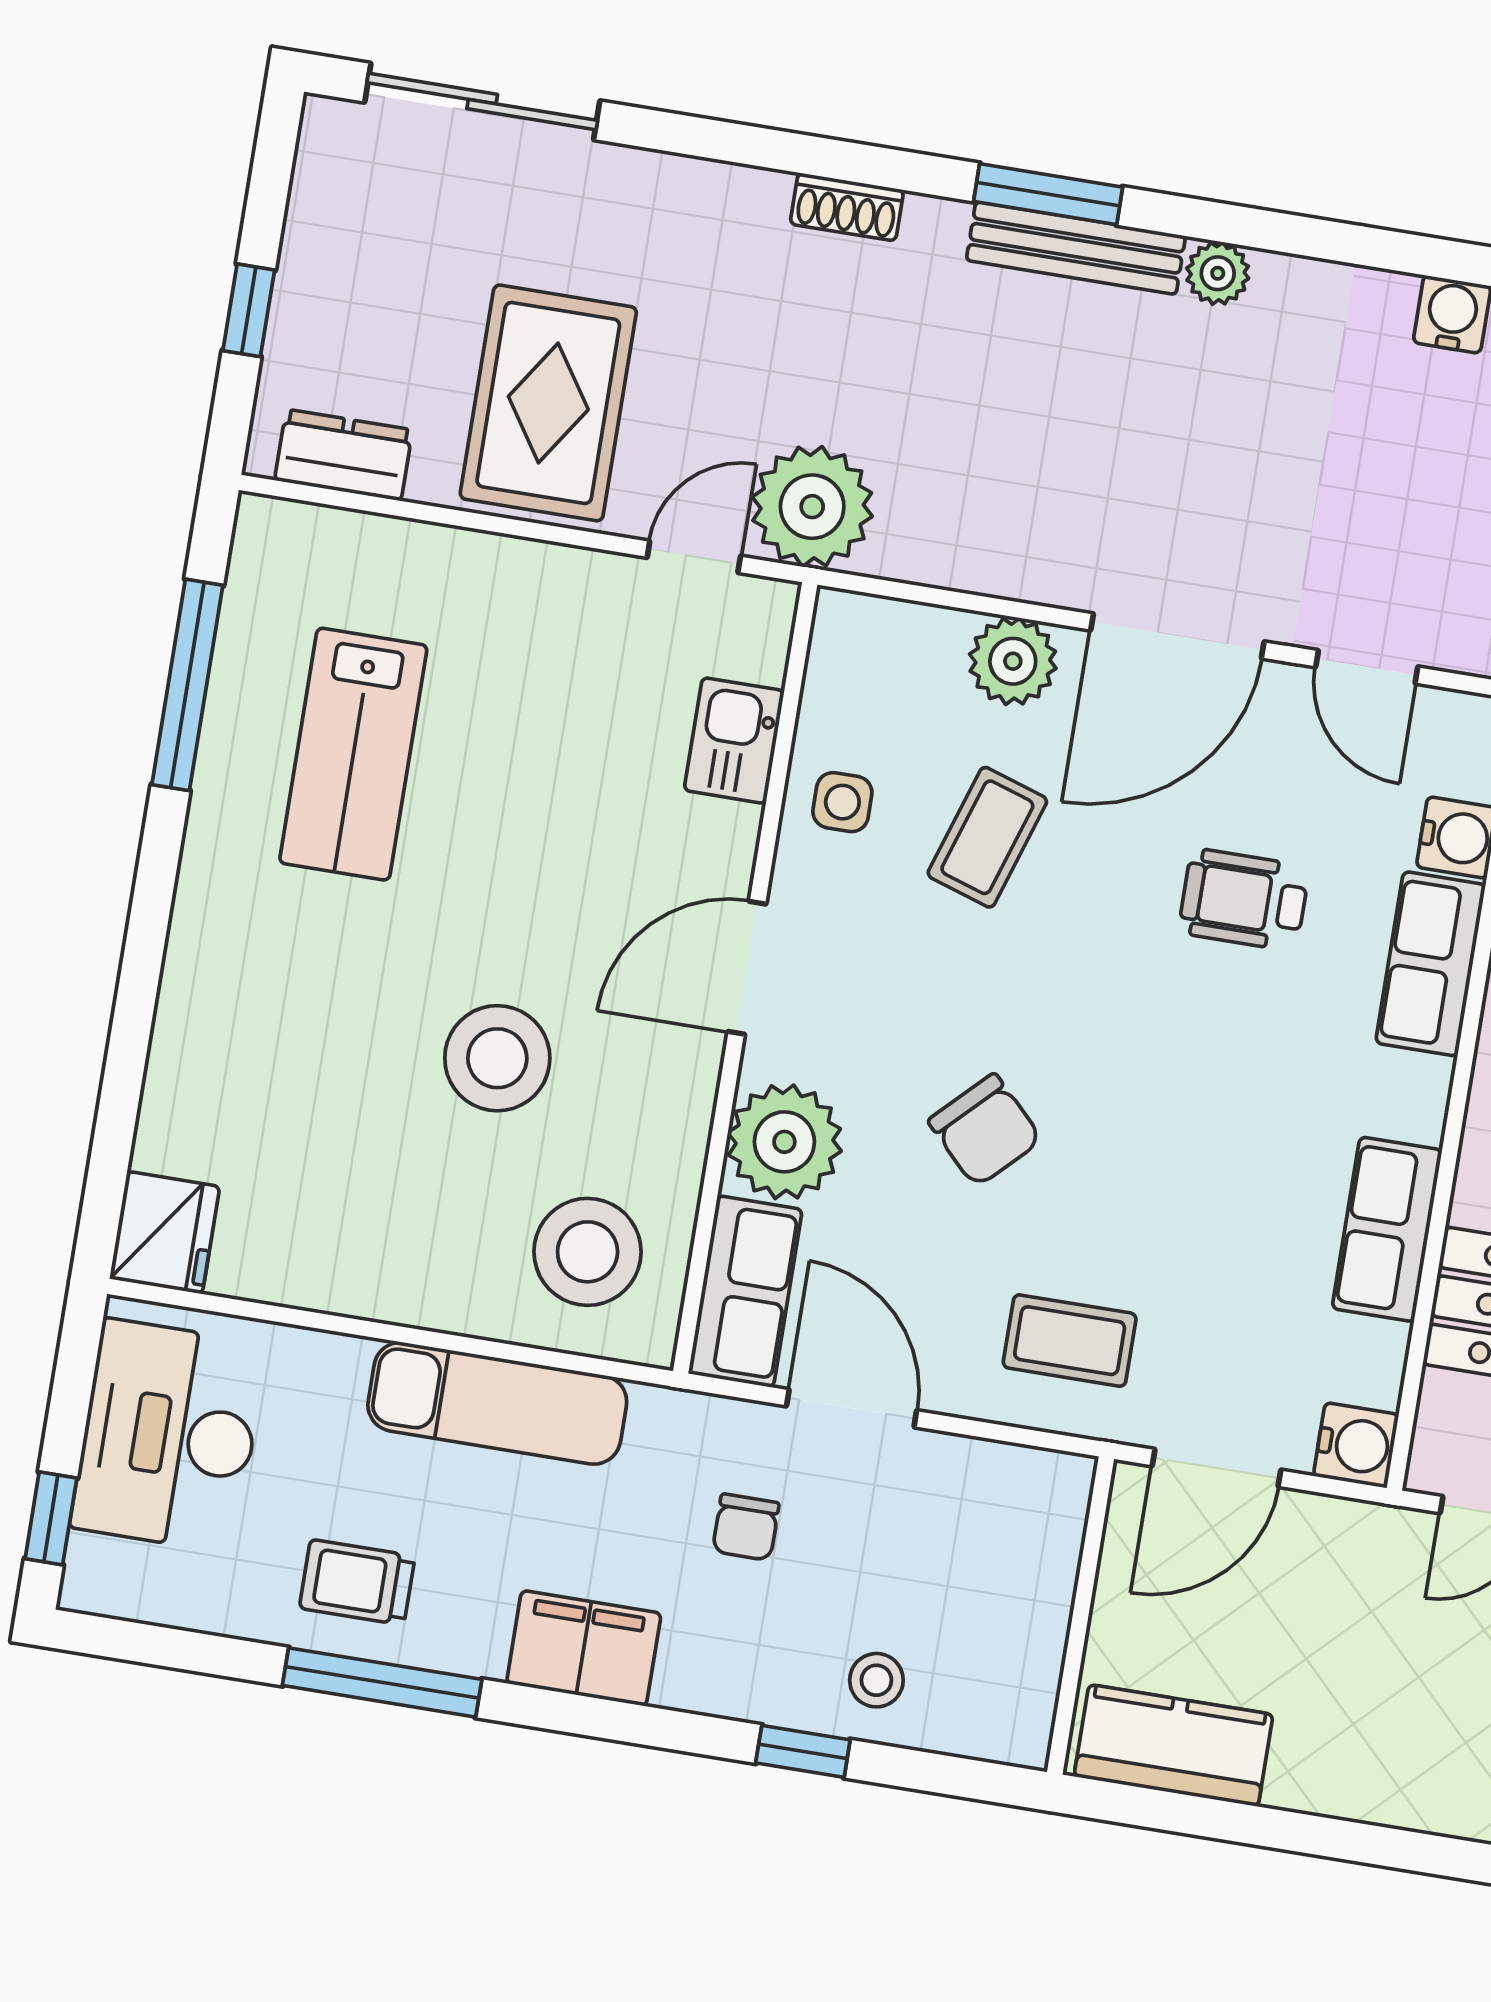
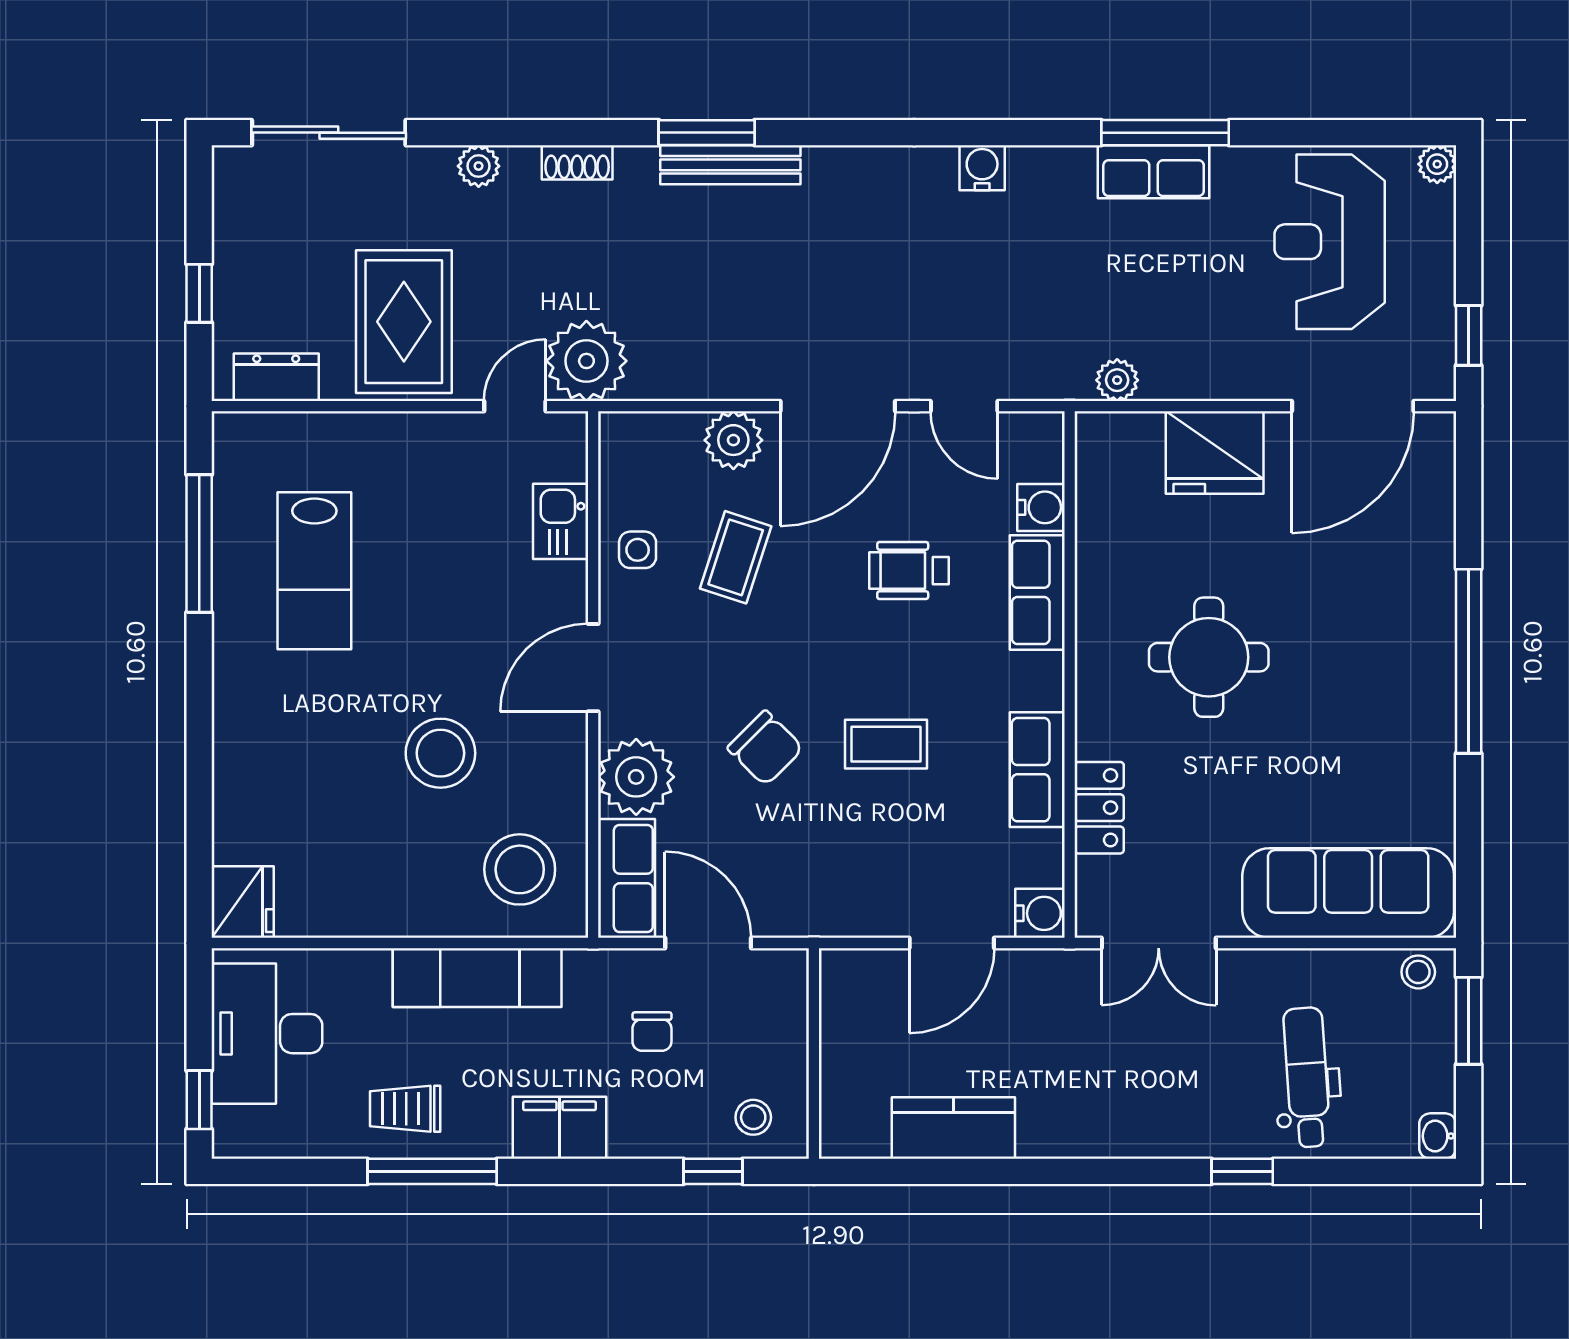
plant: (1218, 273) -> (479, 166), moved
coffee table: (1070, 1341) -> (886, 744), moved
wall: (1081, 1615) -> (814, 1053), moved

